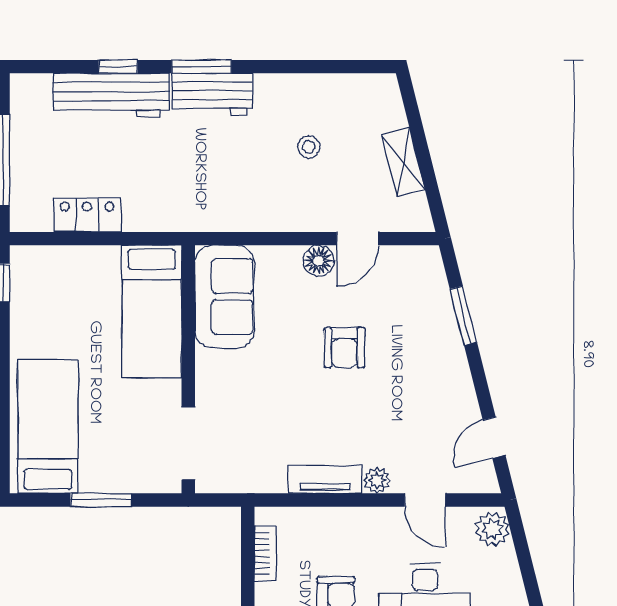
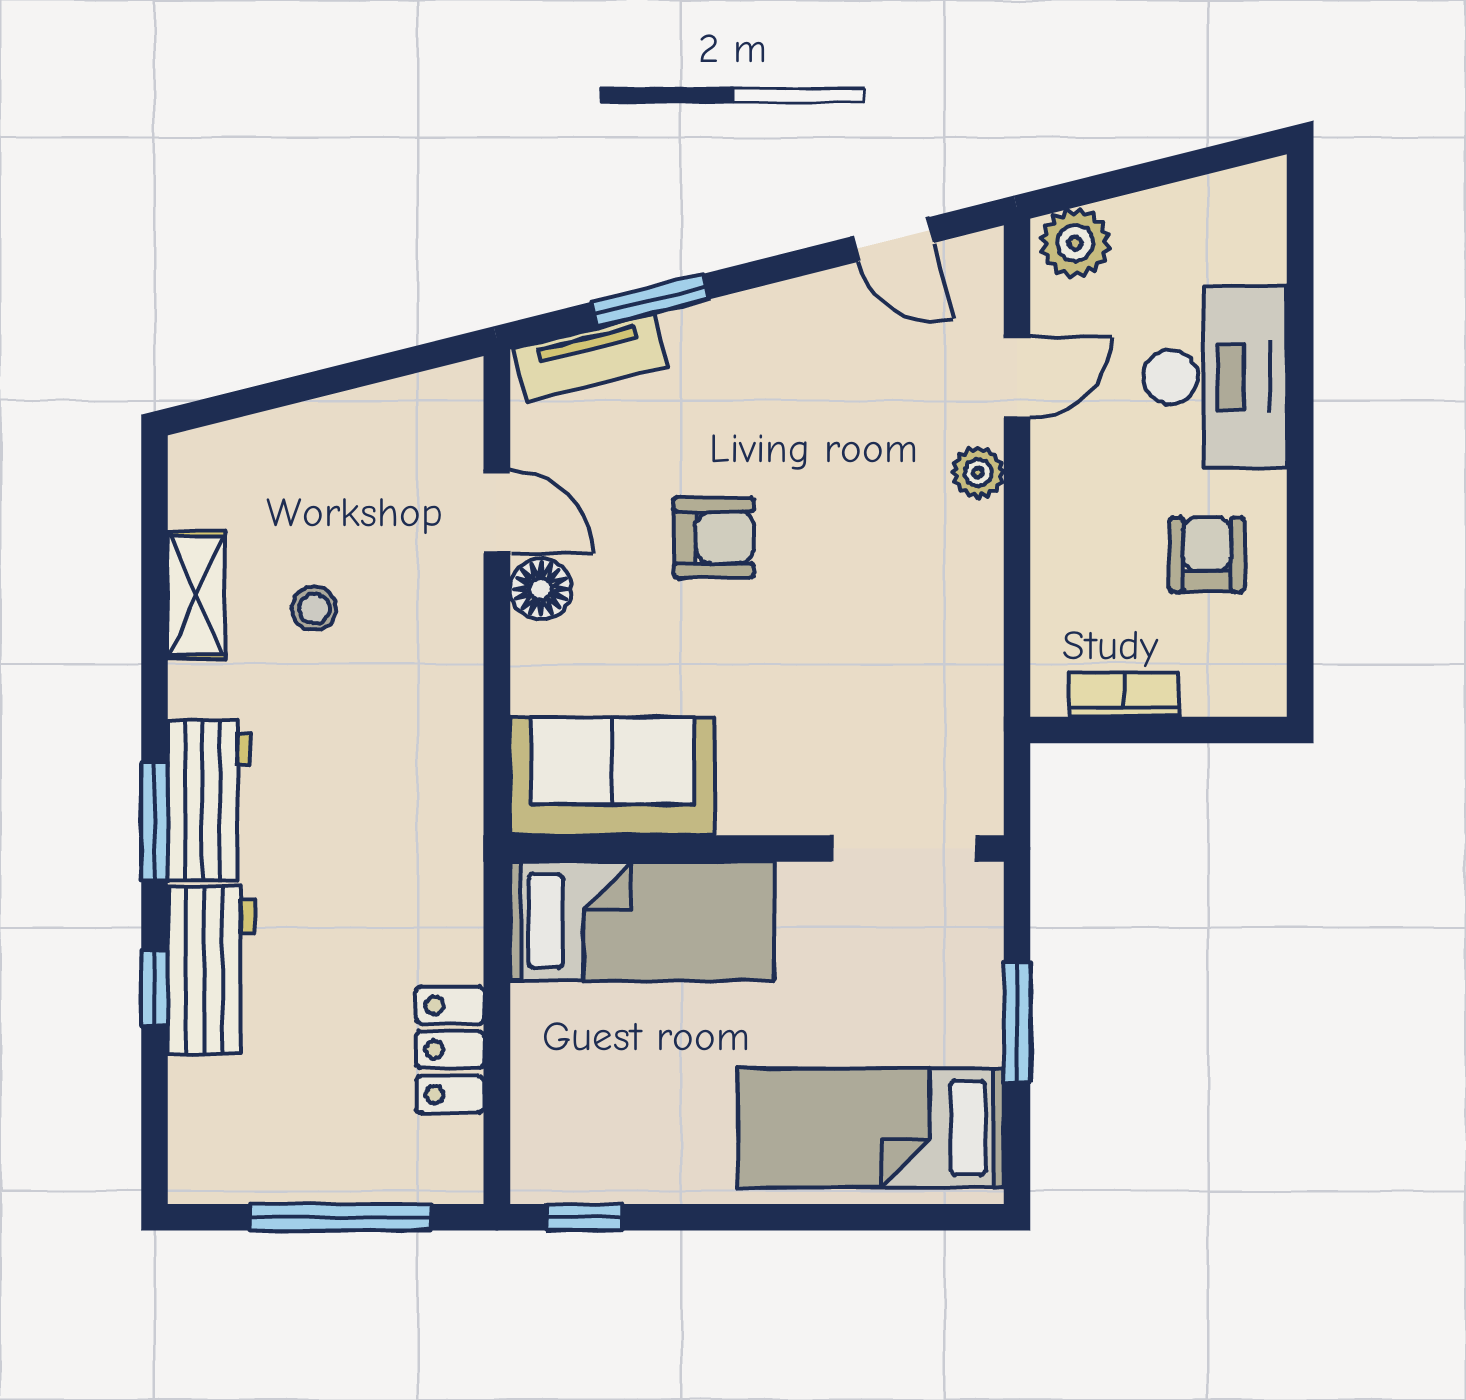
workbench: (111, 95) -> (211, 970), width x0.73
shelving: (403, 162) -> (196, 595), moved, turned -76
tv unit: (325, 479) -> (590, 358), moved, turned -104

